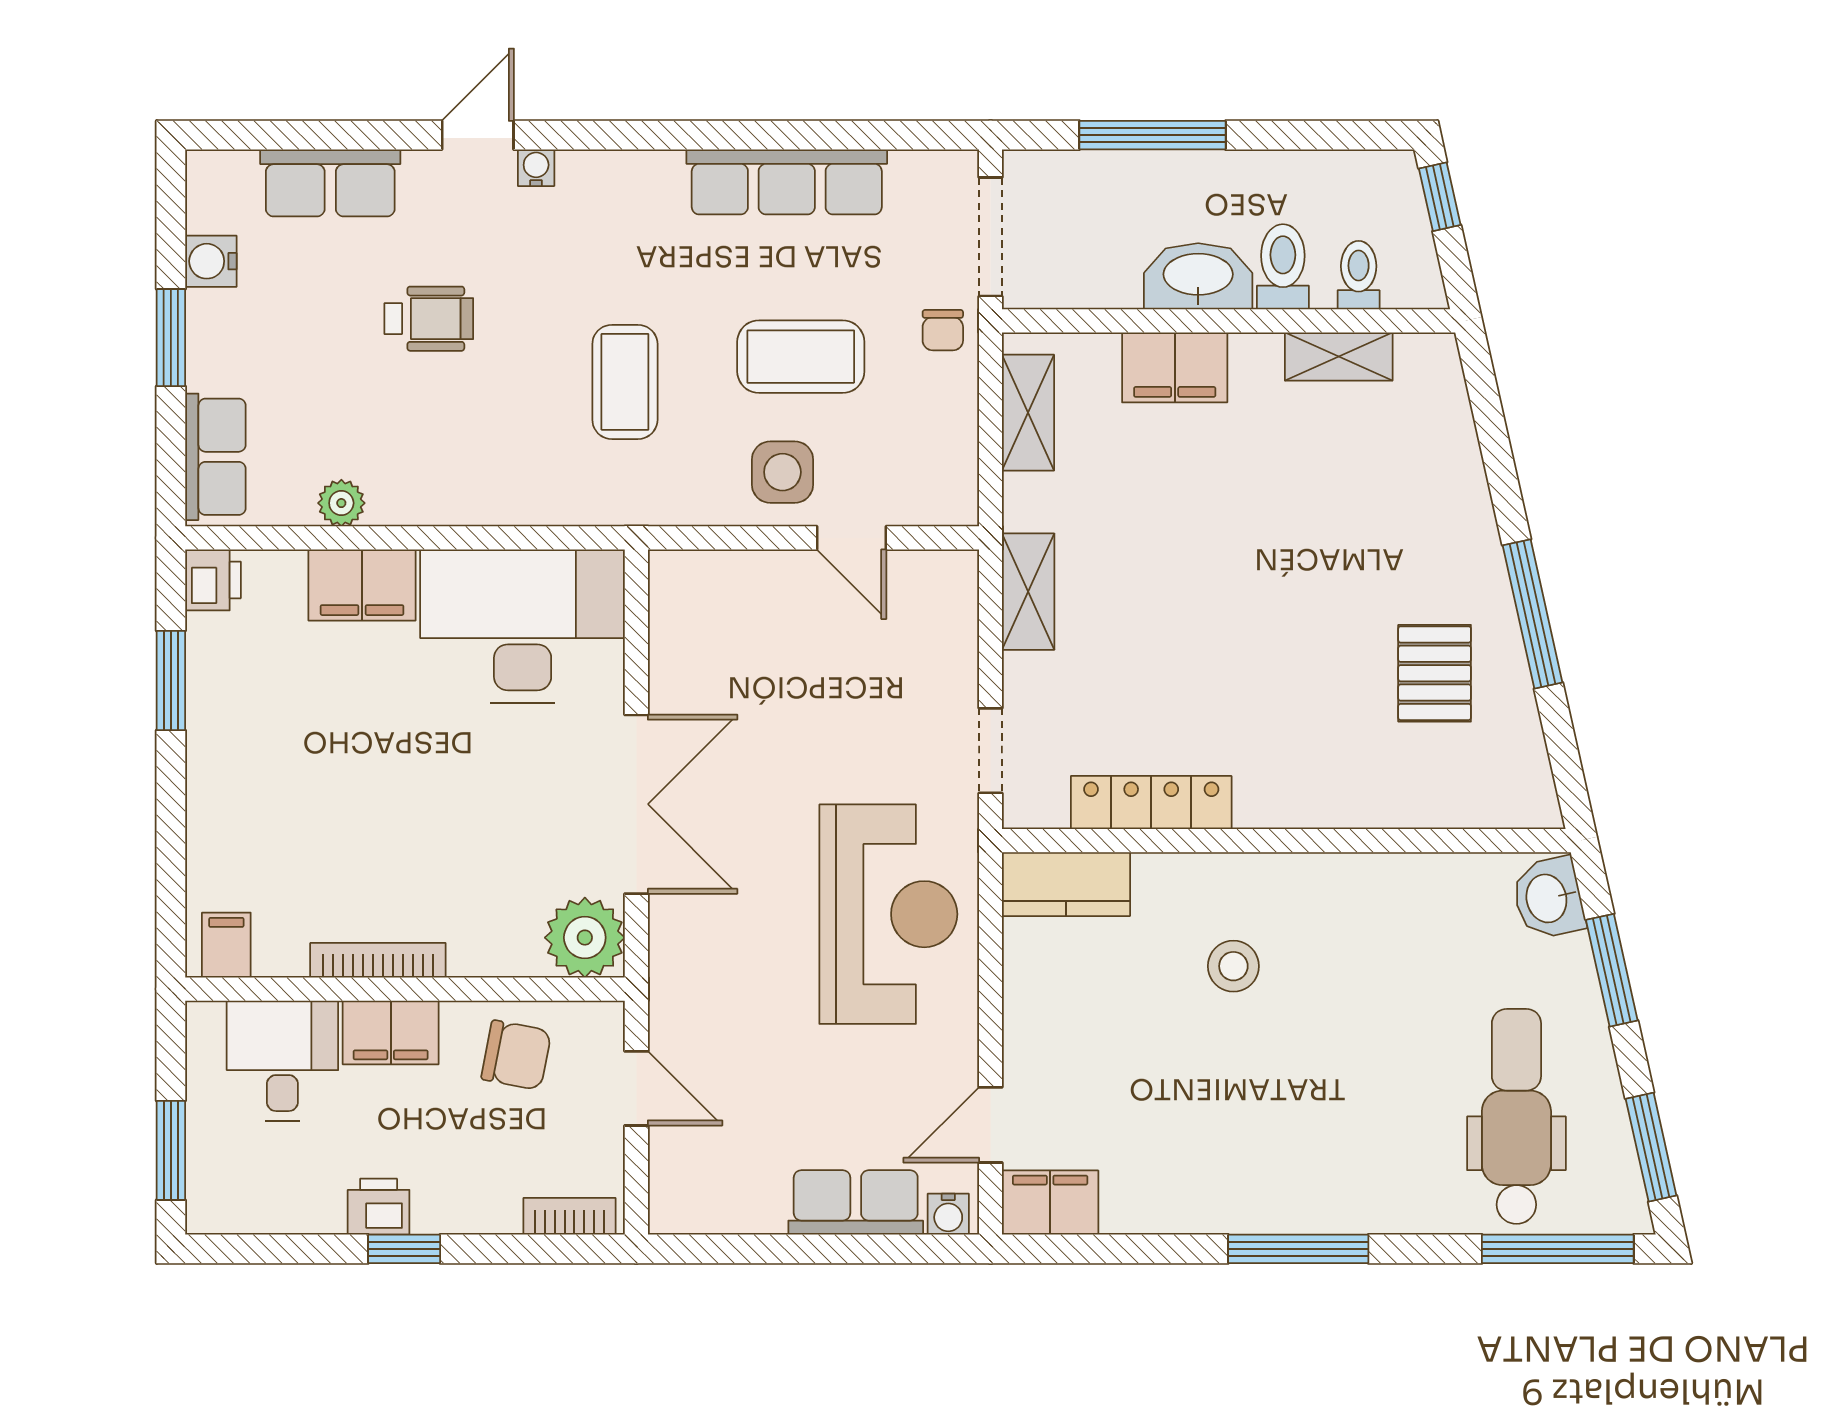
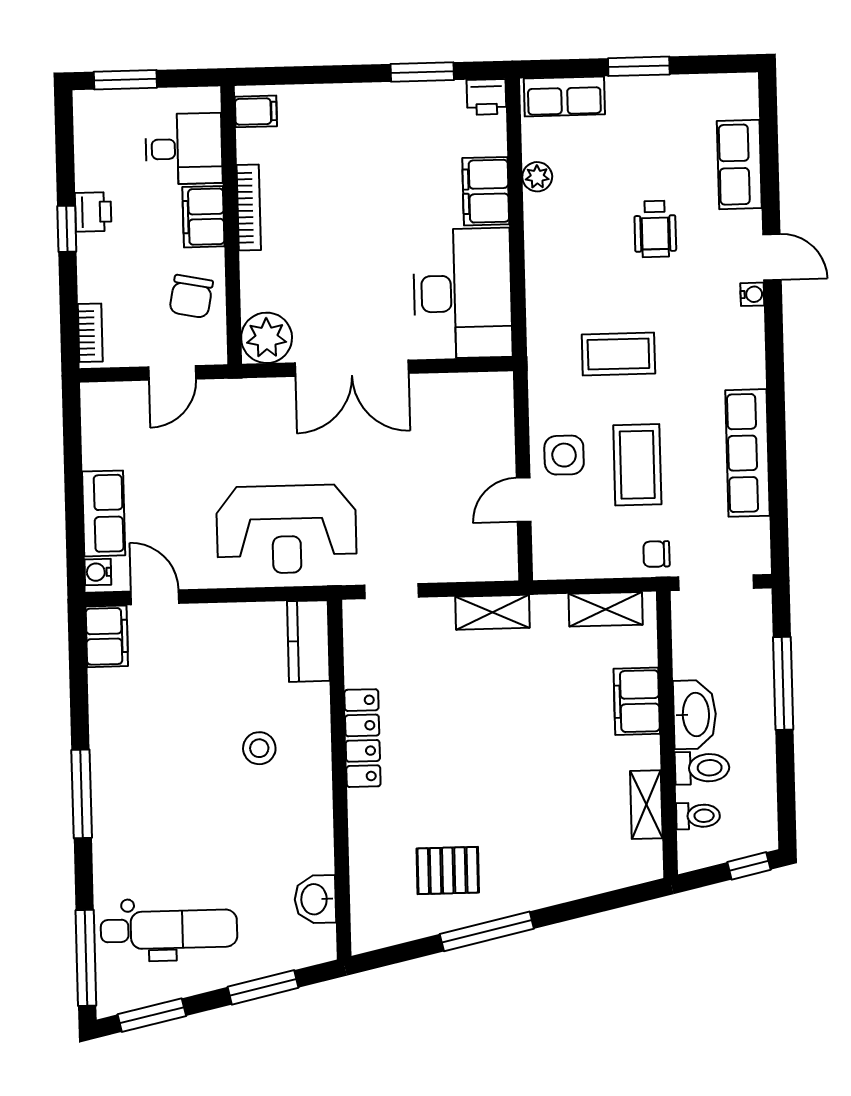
water cooler: (211, 261) -> (688, 90), removed
locker: (1151, 803) -> (362, 738), moved
washbasin: (1548, 898) -> (315, 899), moved, turned -77

